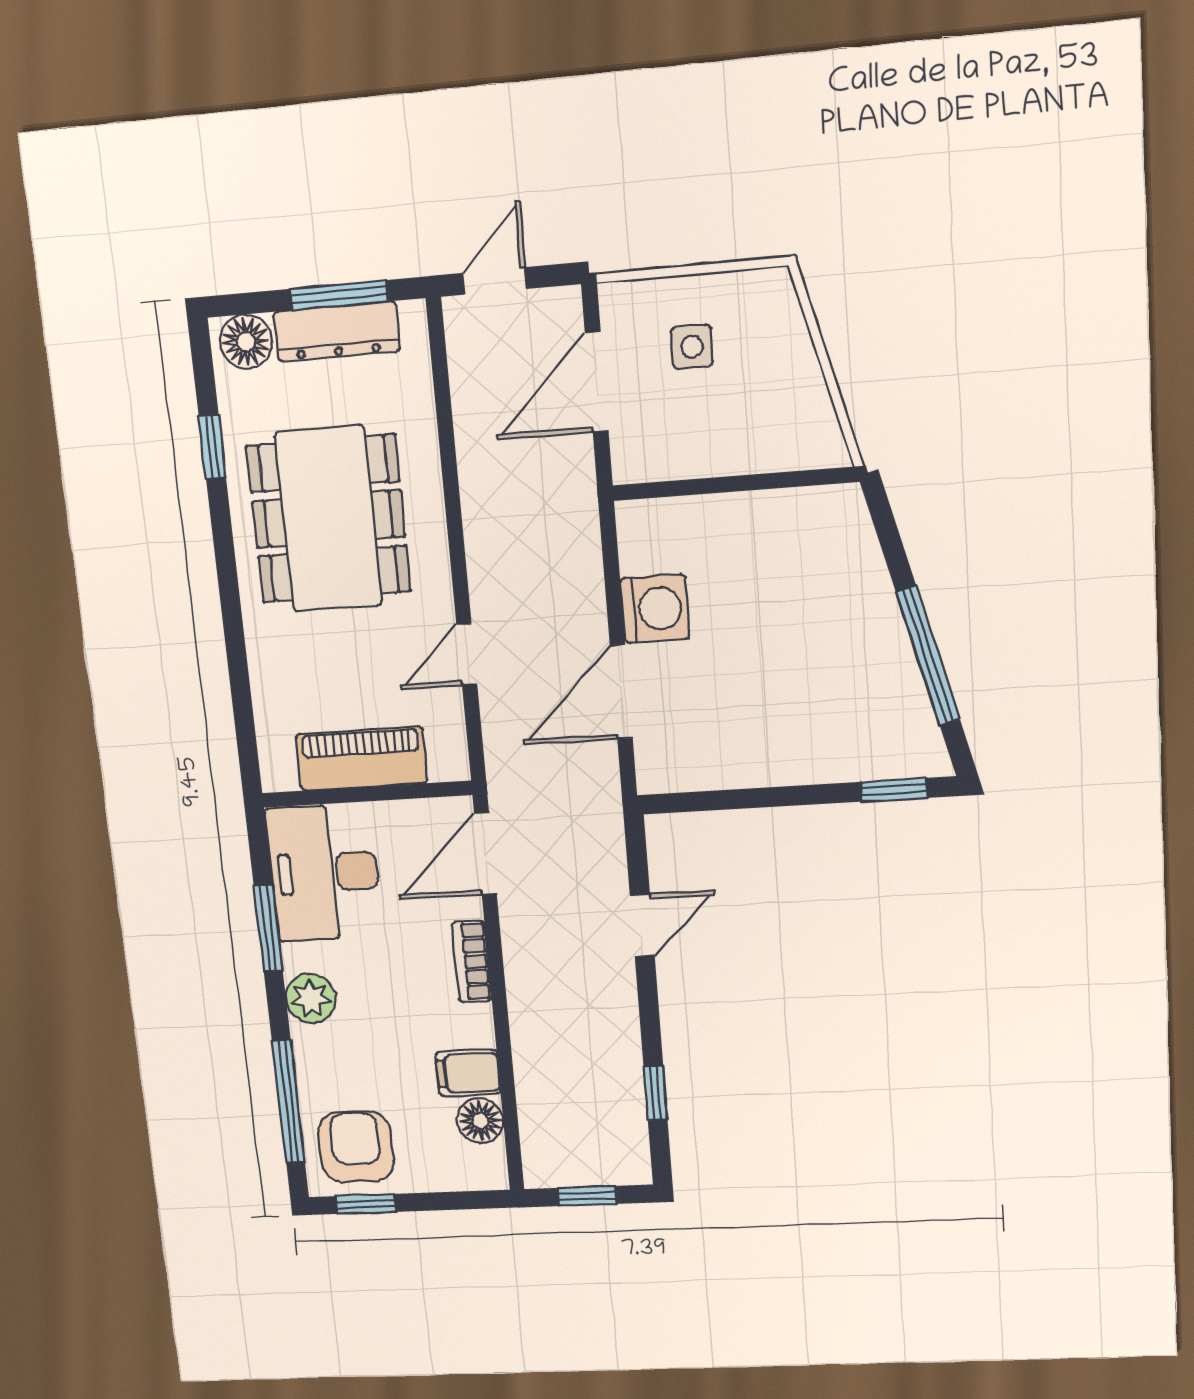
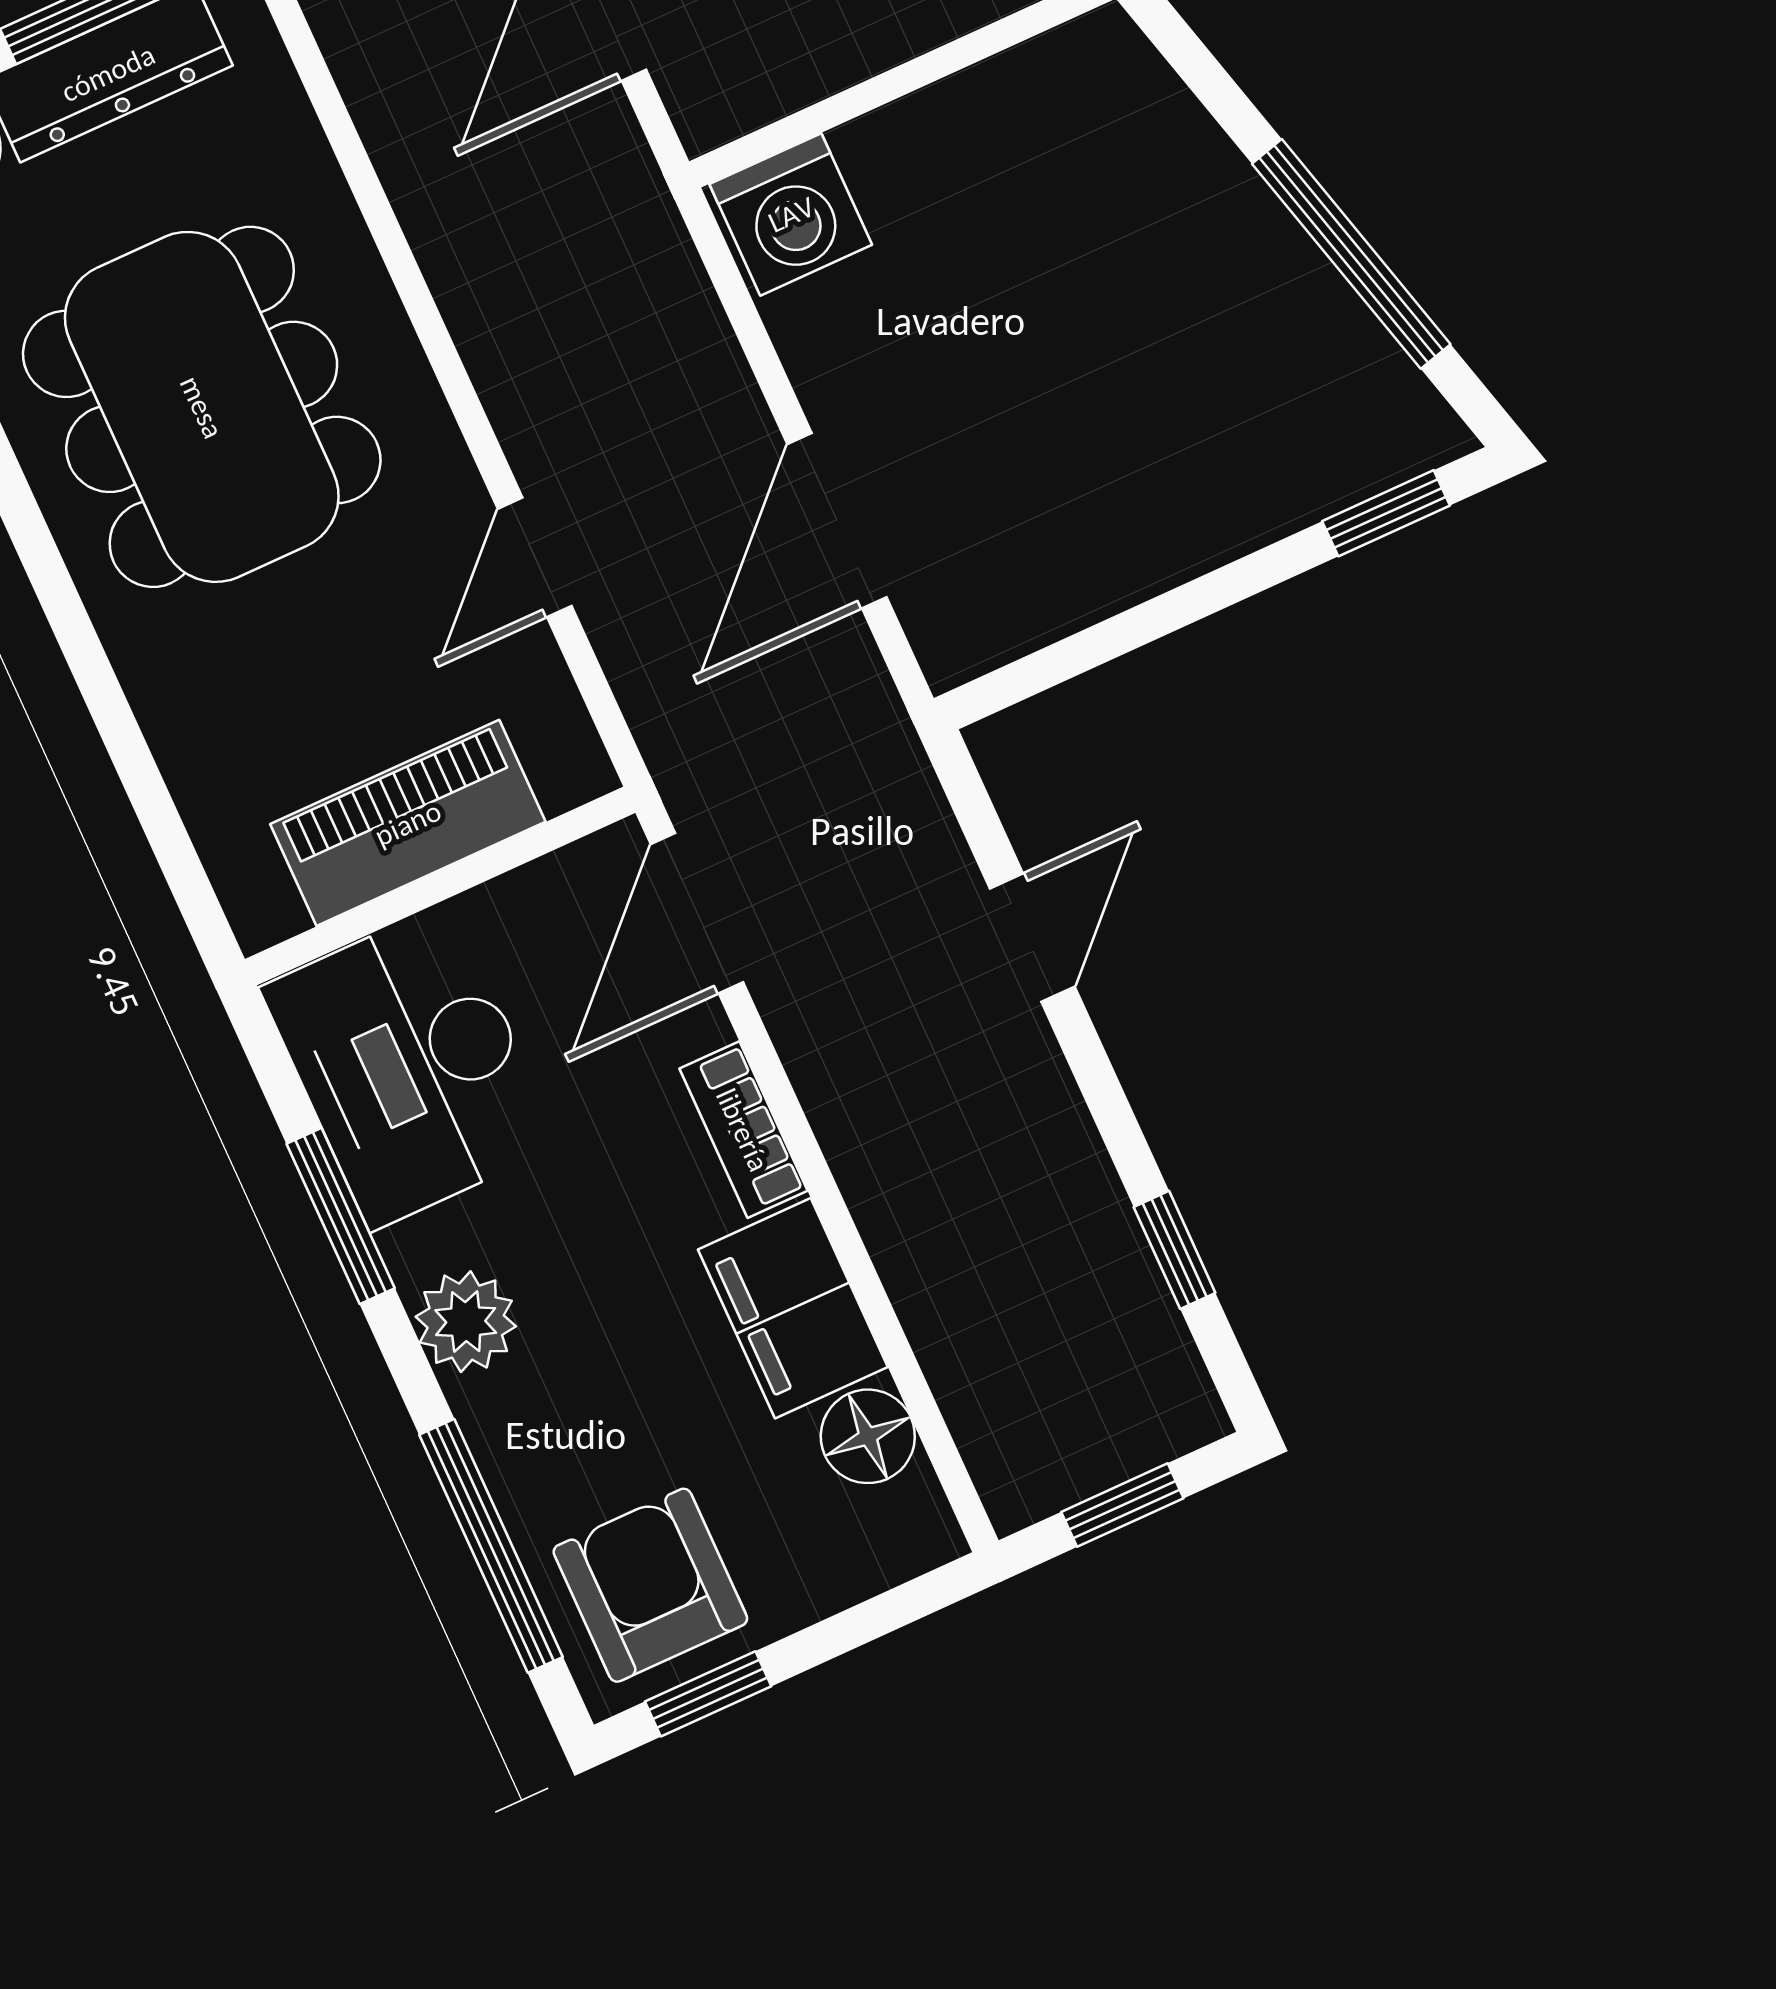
washing machine: (655, 609) -> (791, 214), moved, turned 90
filing cabinet: (468, 1073) -> (793, 1308), width x2.00

